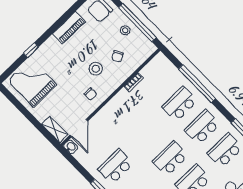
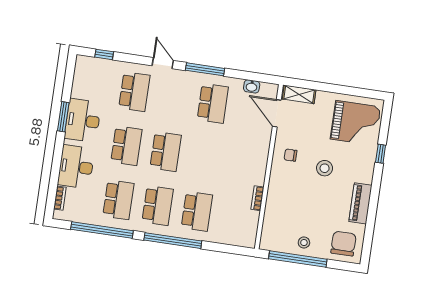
chair: (117, 56) -> (292, 212), removed
stool: (96, 69) -> (325, 168), moved
window: (197, 84) -> (173, 241), moved
washbasin: (71, 147) -> (252, 86), moved

